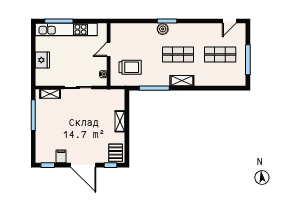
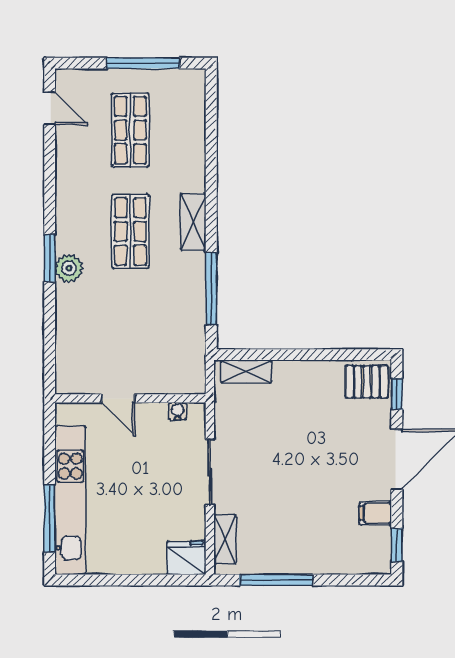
fridge: (42, 60) -> (186, 558), moved
trolley: (130, 67) -> (161, 347), removed
shelving: (120, 121) -> (246, 372), moved

